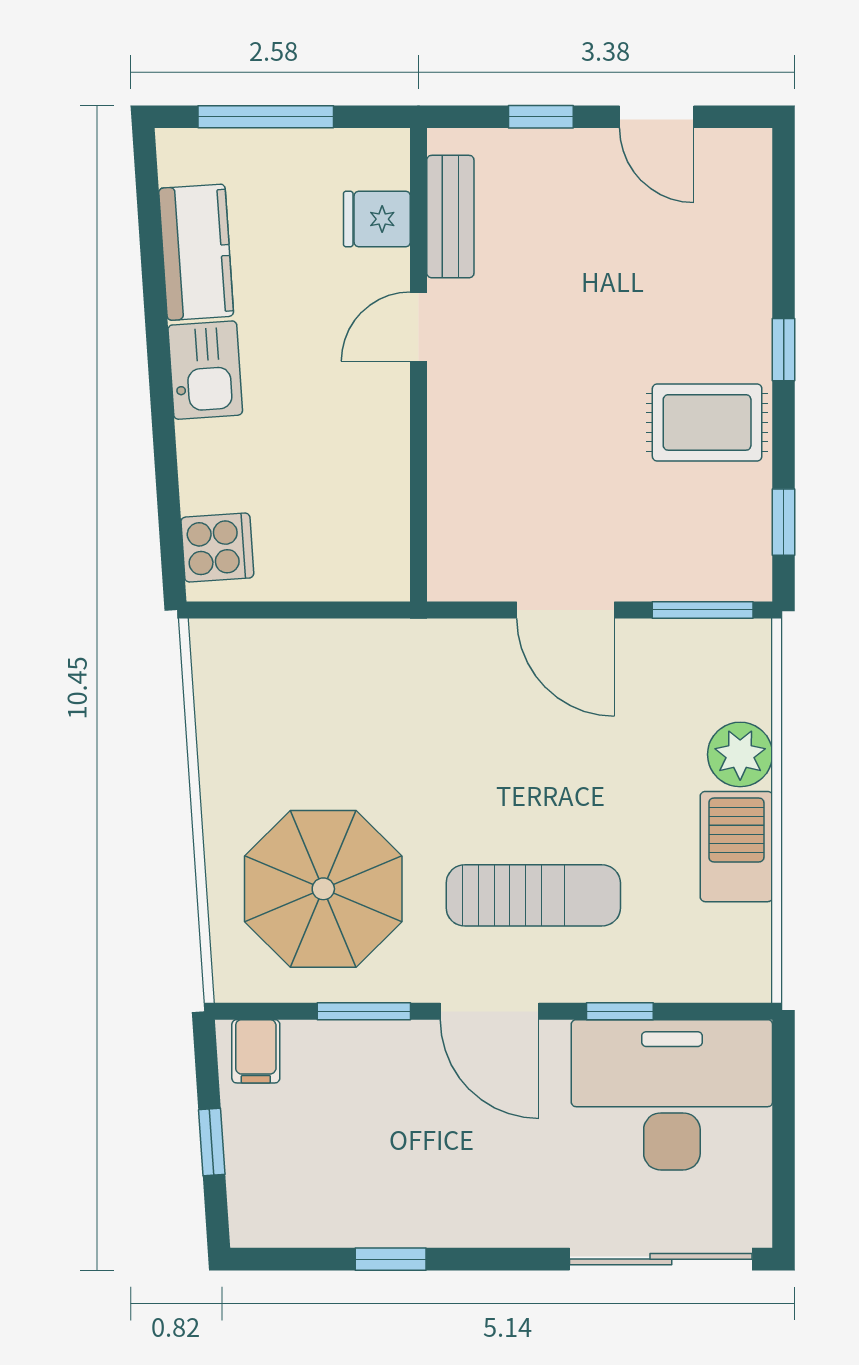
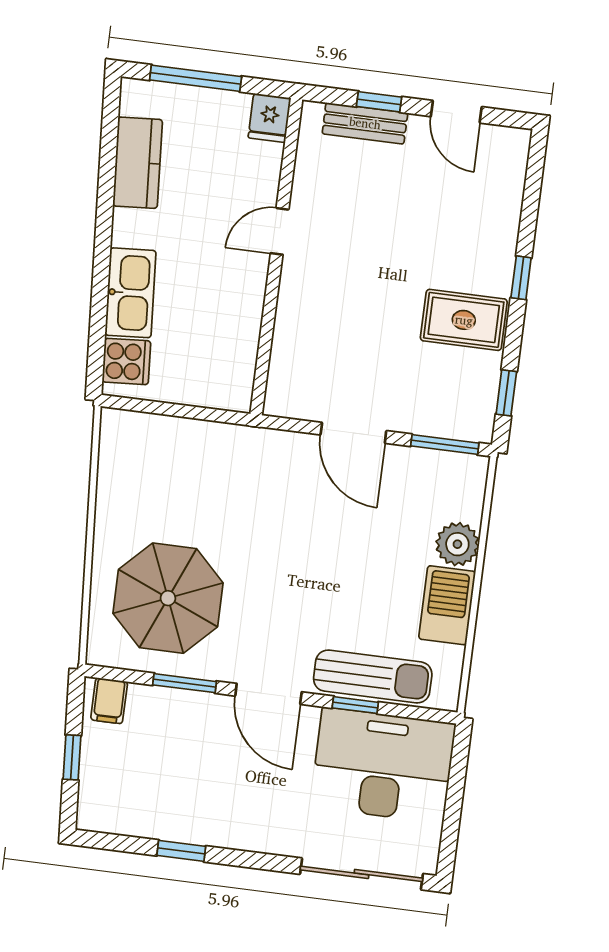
bench: (450, 217) -> (365, 123), moved, turned 90
fridge: (377, 219) -> (269, 118), moved, turned -90
kitchen sink: (205, 370) -> (131, 293), moved, width x1.38
sun lounger: (533, 895) -> (373, 677), moved

